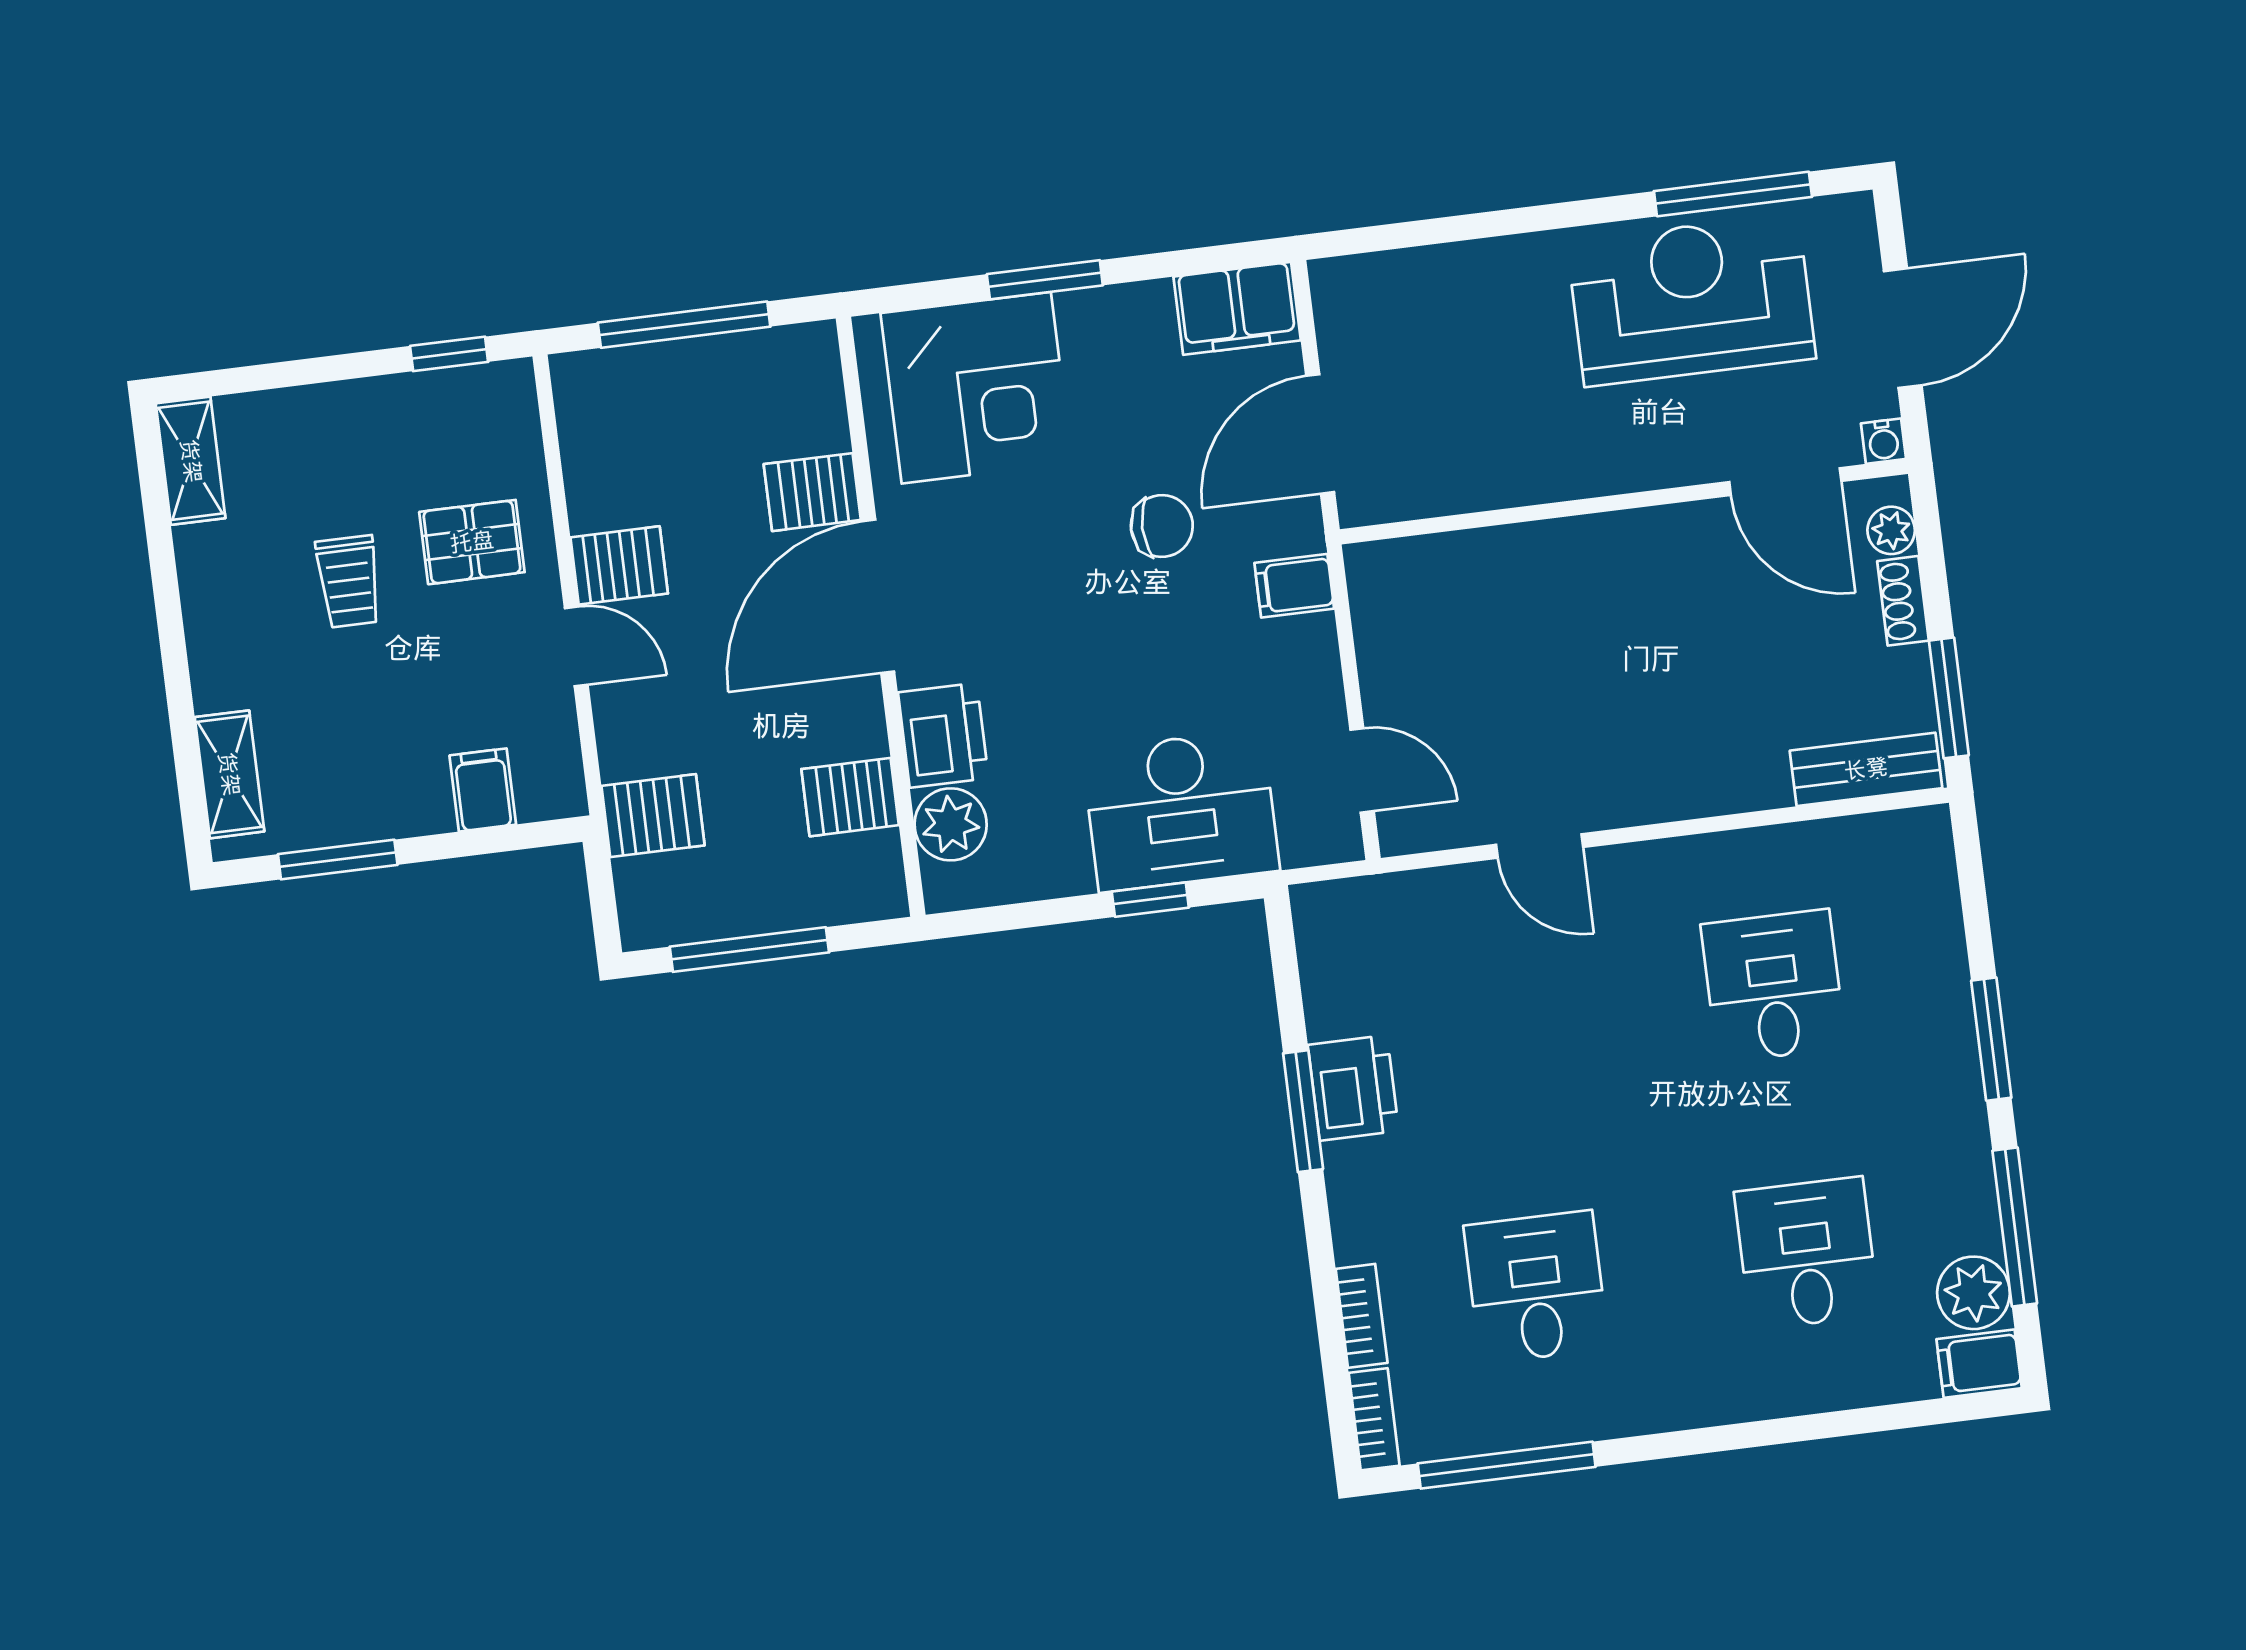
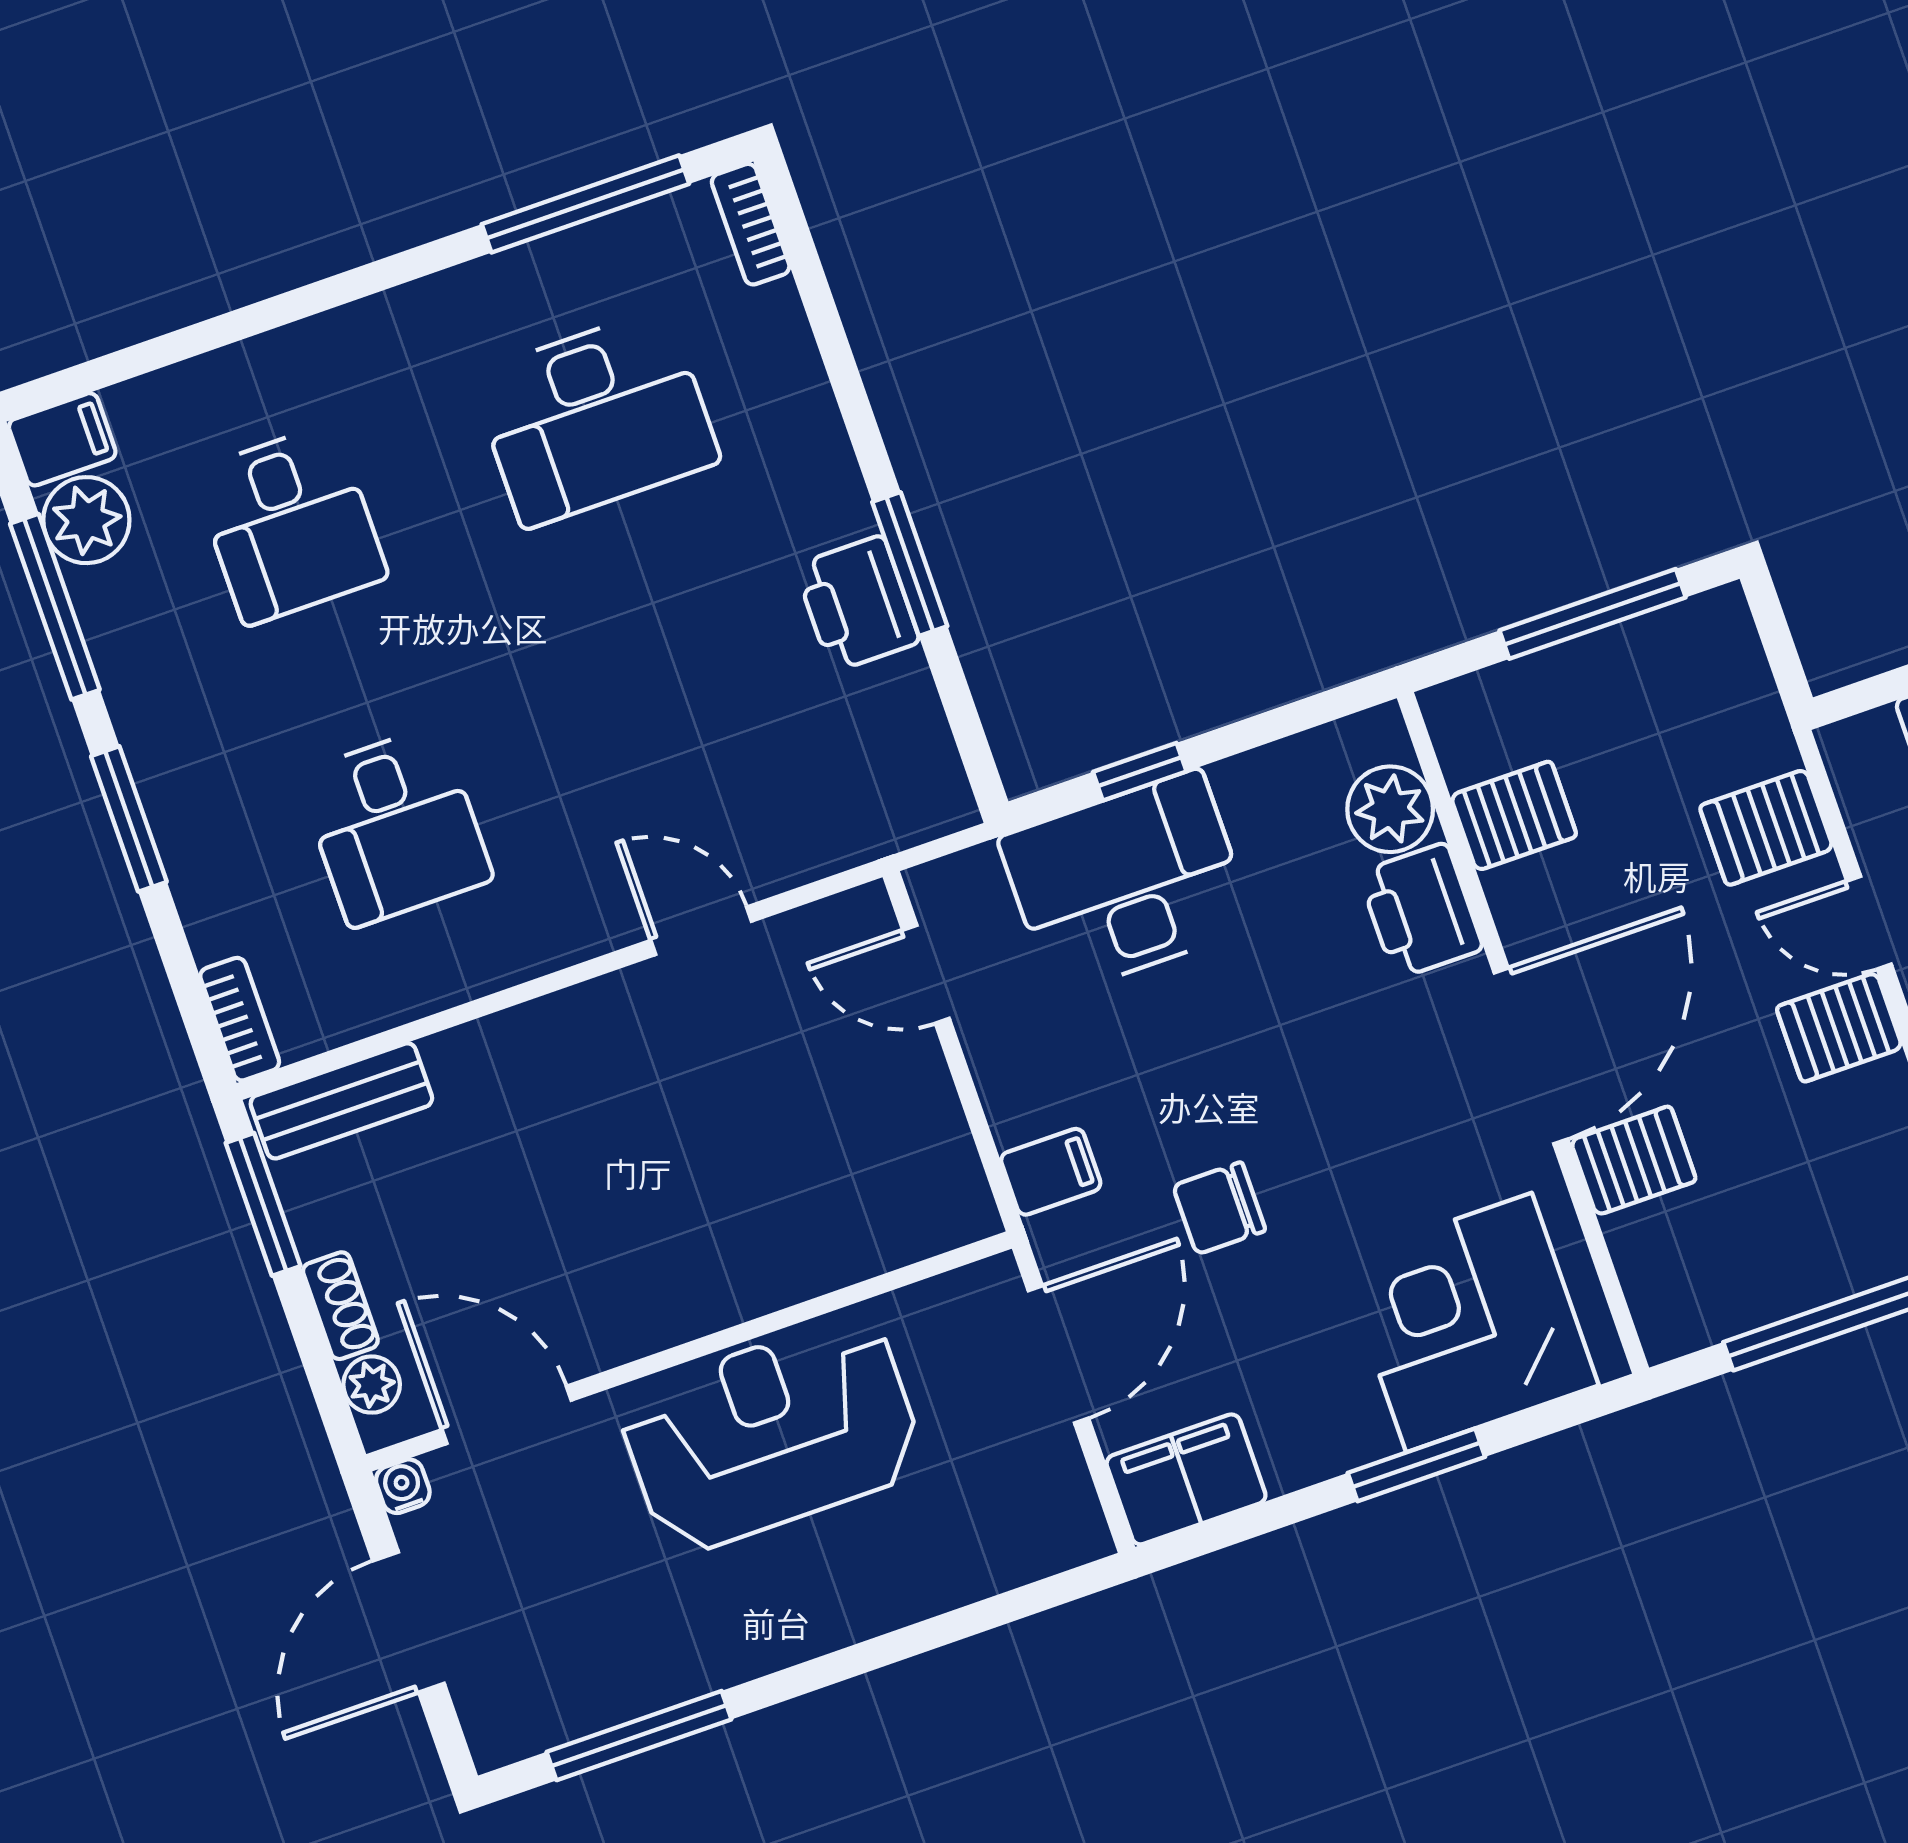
reception desk: (1691, 300) -> (771, 1434), moved, turned 180
server rack: (653, 816) -> (1766, 827), moved
desk: (1536, 1287) -> (595, 418), width x1.37
bookcase: (1362, 1316) -> (240, 1019), moved, turned 180

